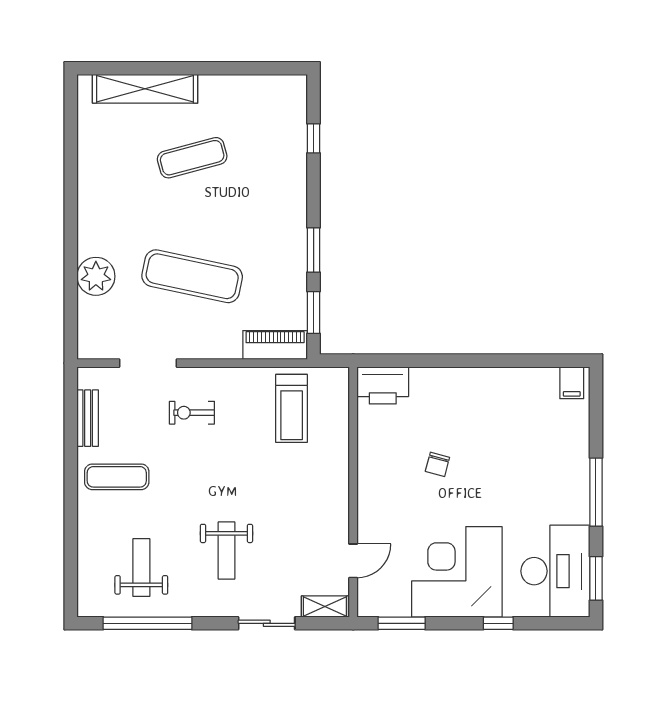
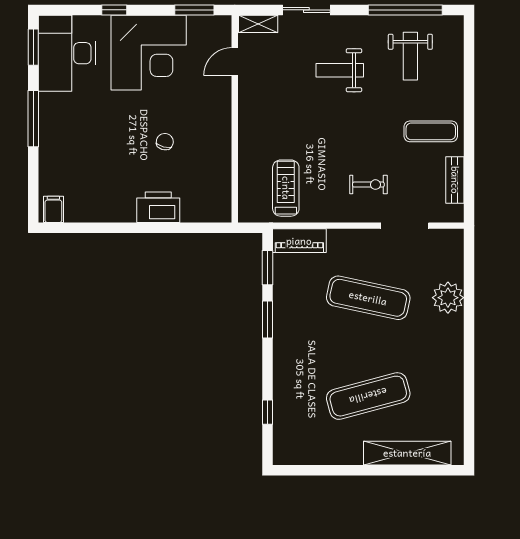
exercise mat: (192, 158) -> (368, 396), width x1.36, depth x1.45
printer: (383, 385) -> (158, 207), moved
weight bench: (226, 551) -> (340, 70), turned -90

